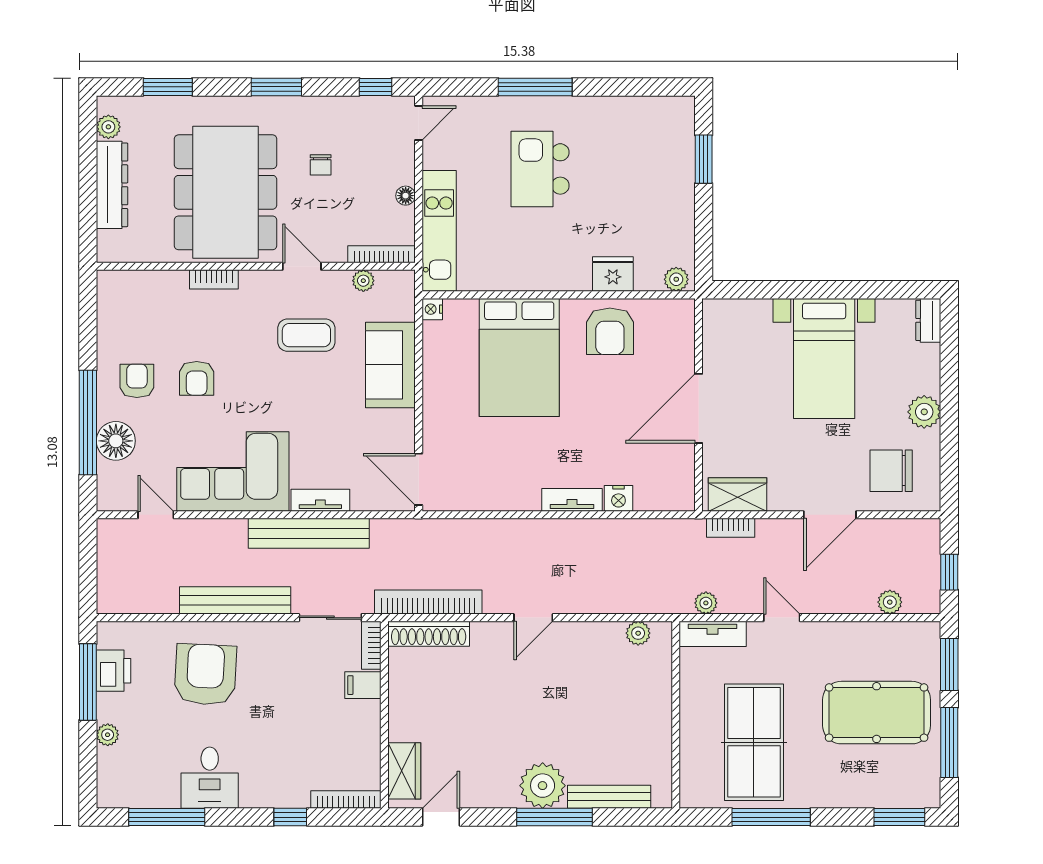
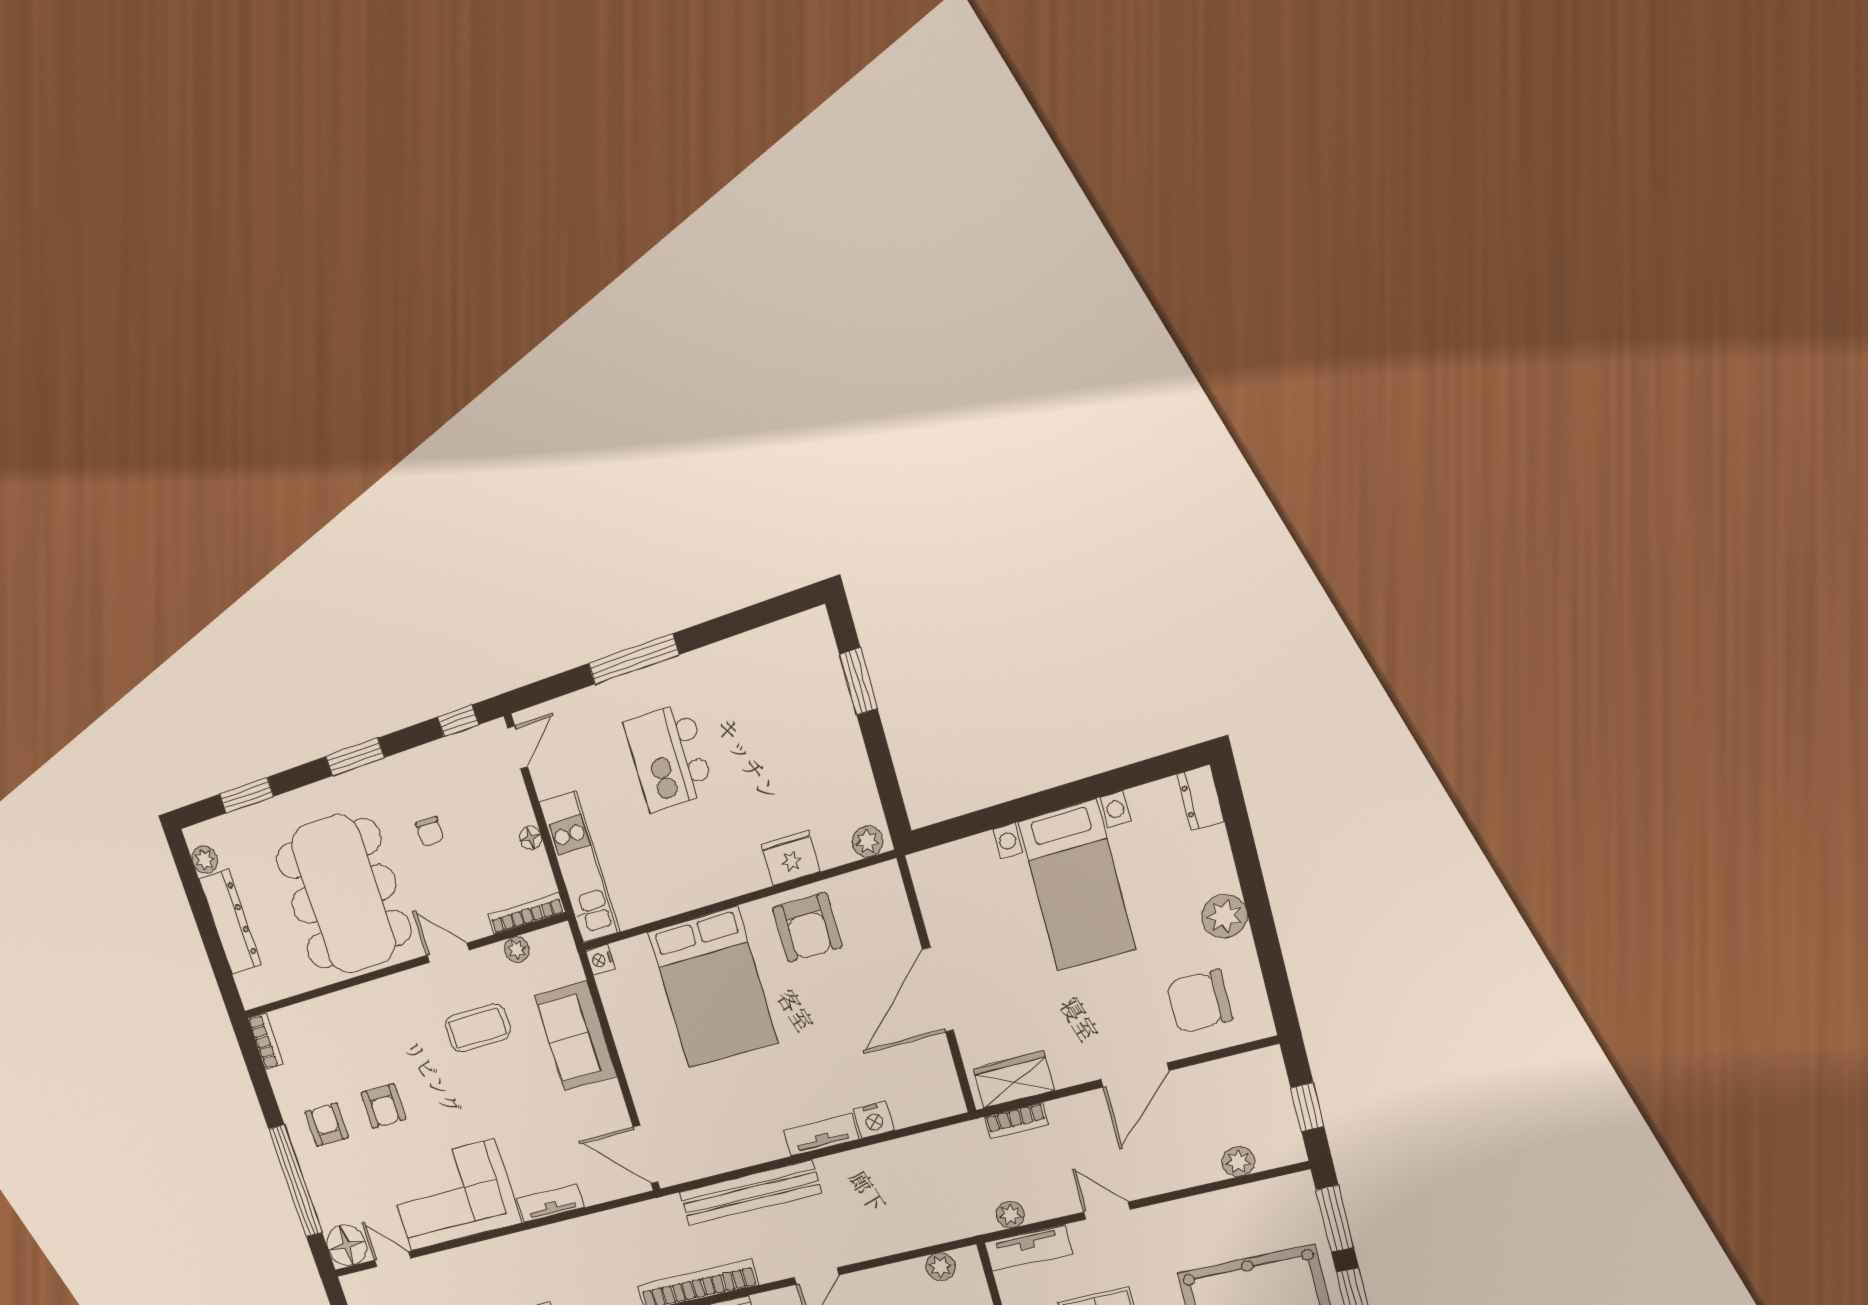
bookcase: (214, 279) -> (266, 1041), moved, turned -90
floor lamp: (116, 441) -> (347, 1245), moved
bench: (309, 533) -> (750, 1193), moved

